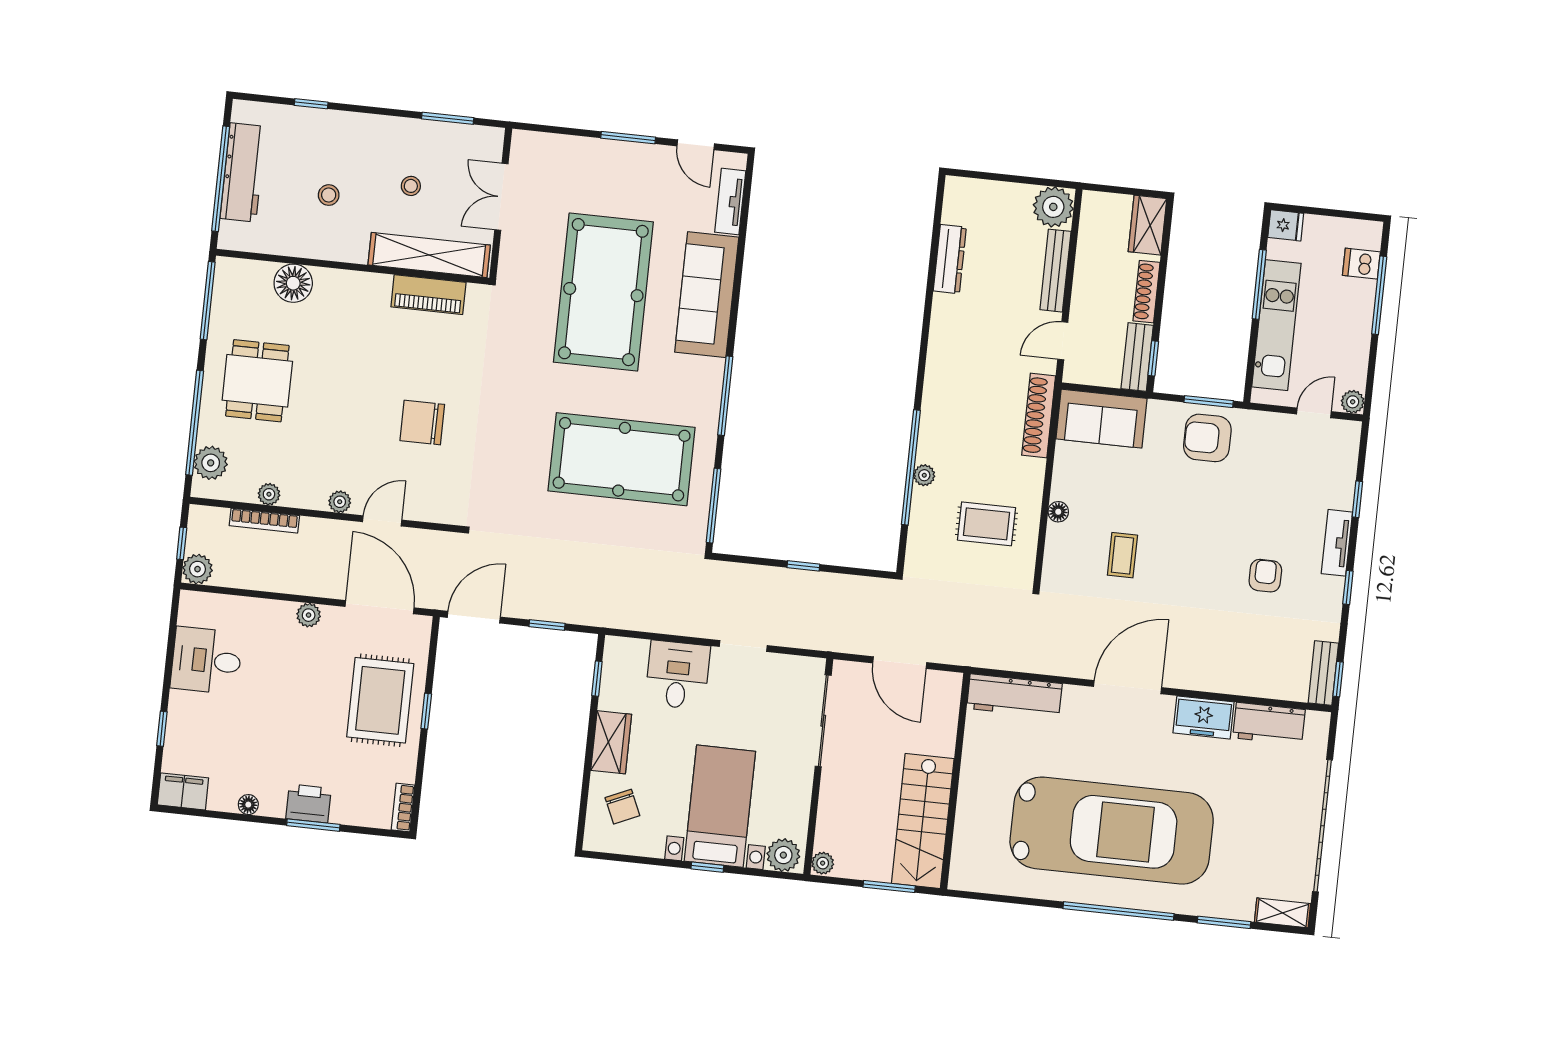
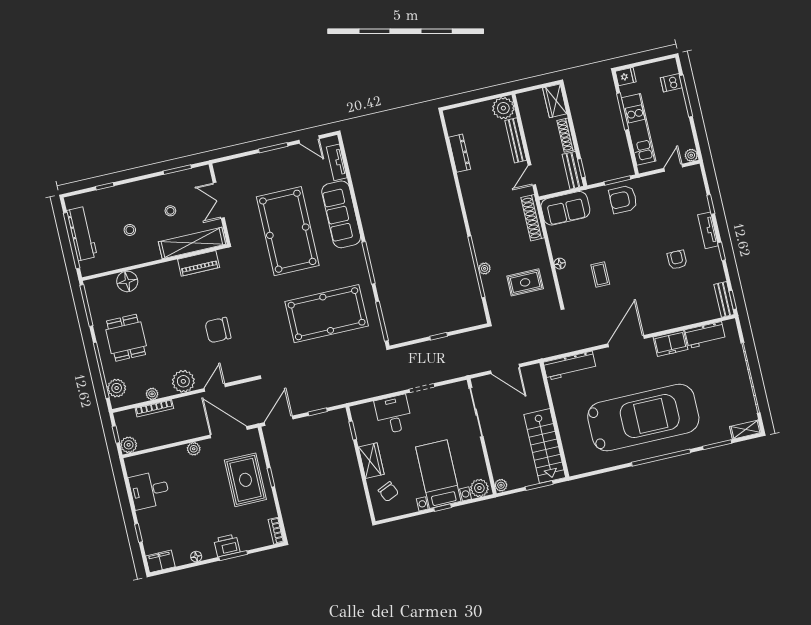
plant: (340, 502) -> (183, 381), width x1.87, depth x1.87

